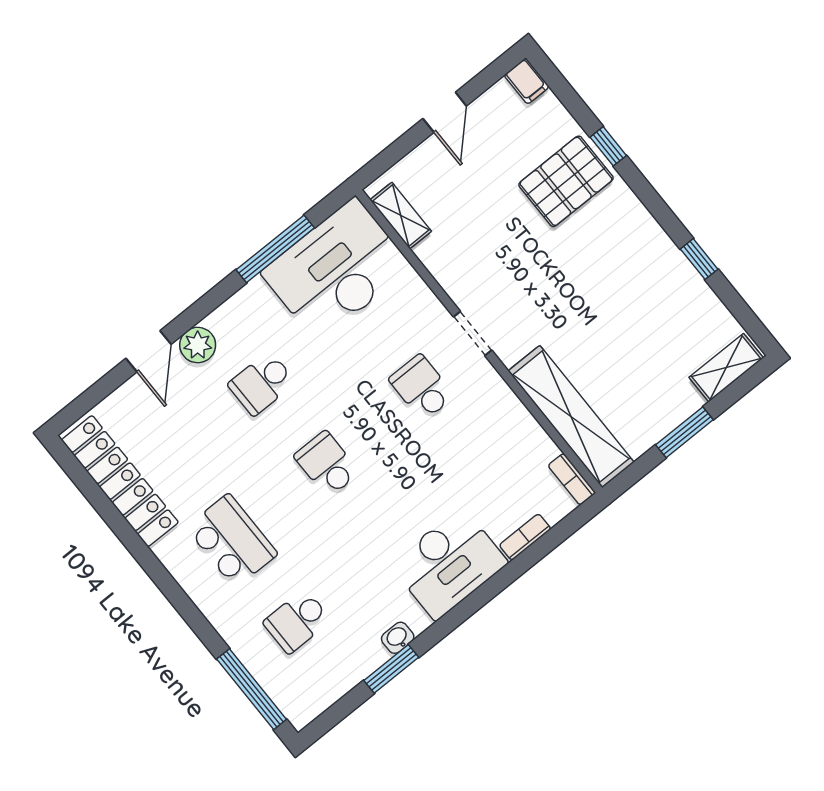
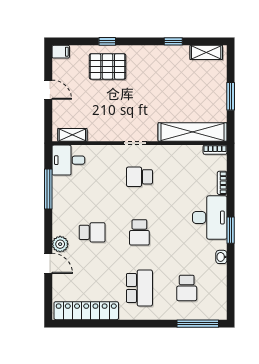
pallet: (566, 181) -> (108, 66), turned 90
desk: (336, 270) -> (68, 160), width x0.53, depth x0.77
shelving: (726, 368) -> (206, 52), moved, turned 90
school desk: (262, 383) -> (92, 232), turned -90
school desk: (327, 464) -> (139, 232), turned -90
school desk: (232, 541) -> (139, 288), turned 90
window: (391, 669) -> (231, 230), moved

